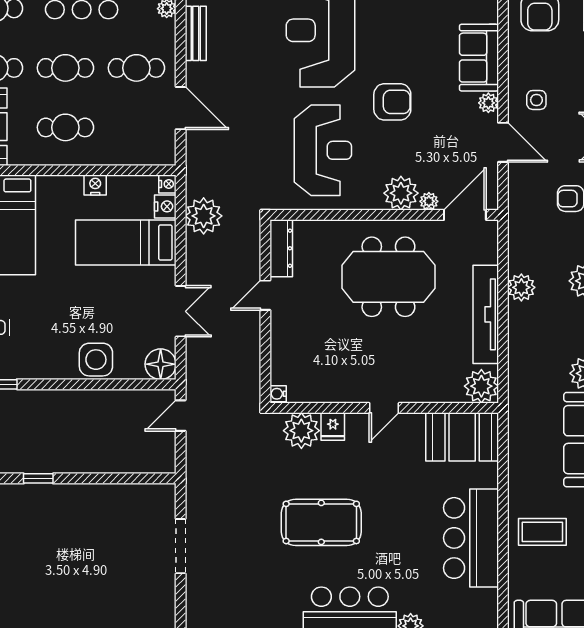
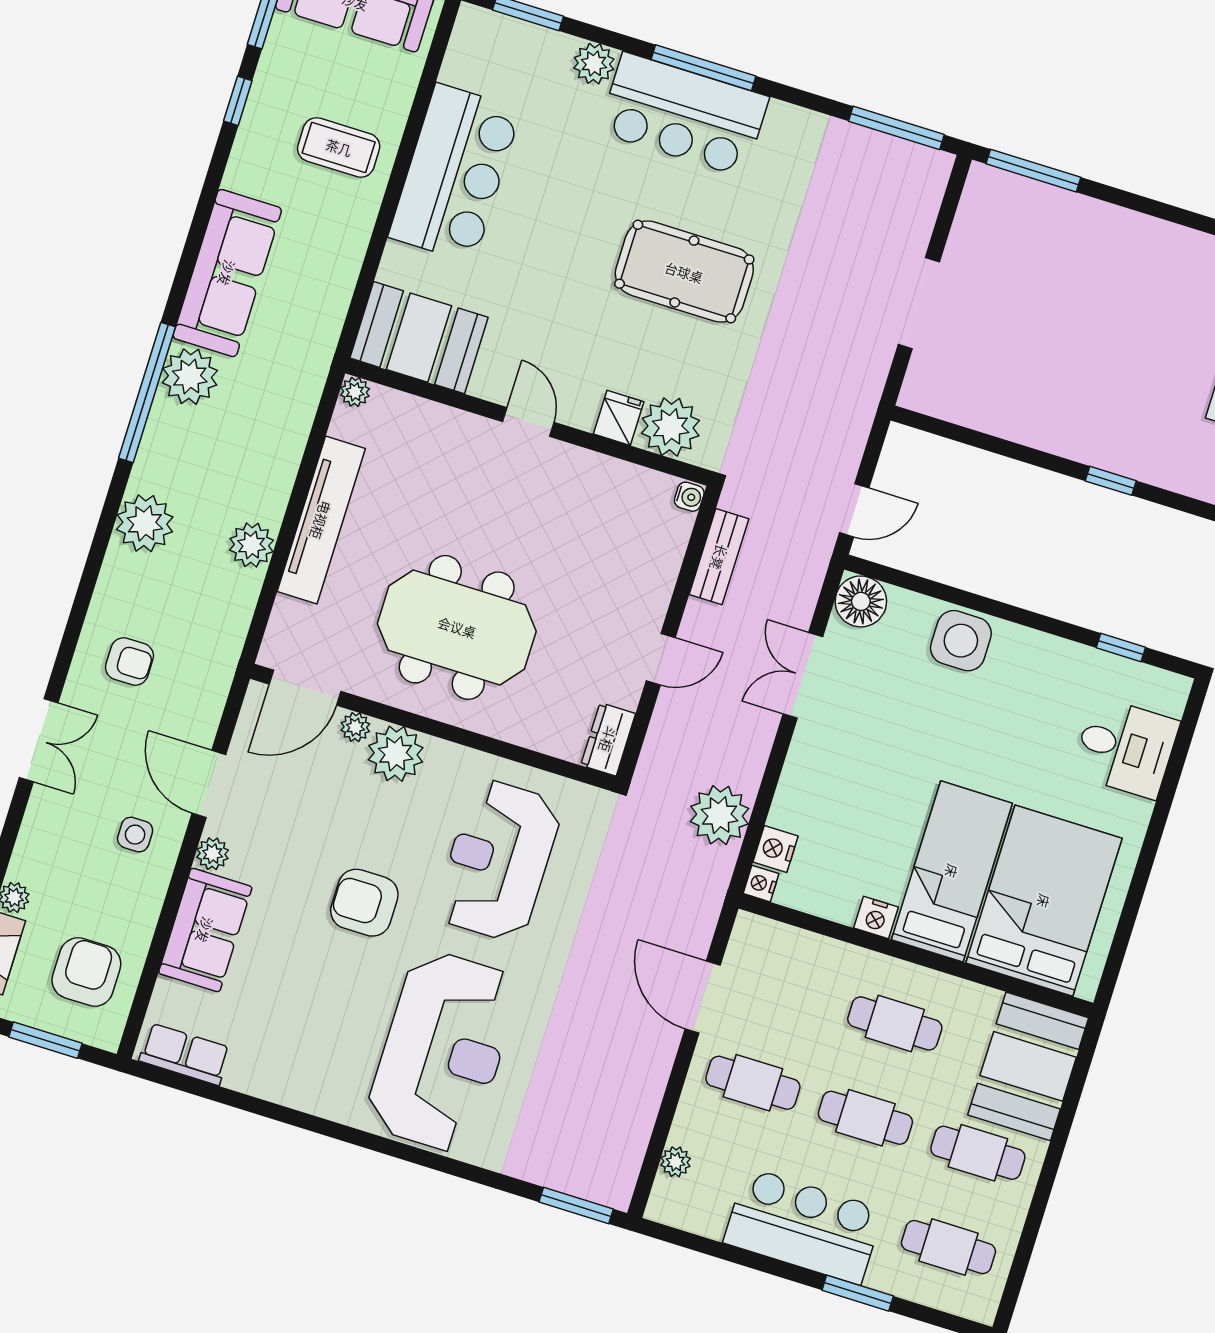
bench: (196, 33) -> (719, 557), moved
bed: (126, 242) -> (952, 871), moved, turned -90
dresser: (281, 248) -> (608, 739), width x0.70
plant: (481, 386) -> (355, 392), width x0.53, depth x0.53
door: (384, 408) -> (528, 422), hinge flipped

